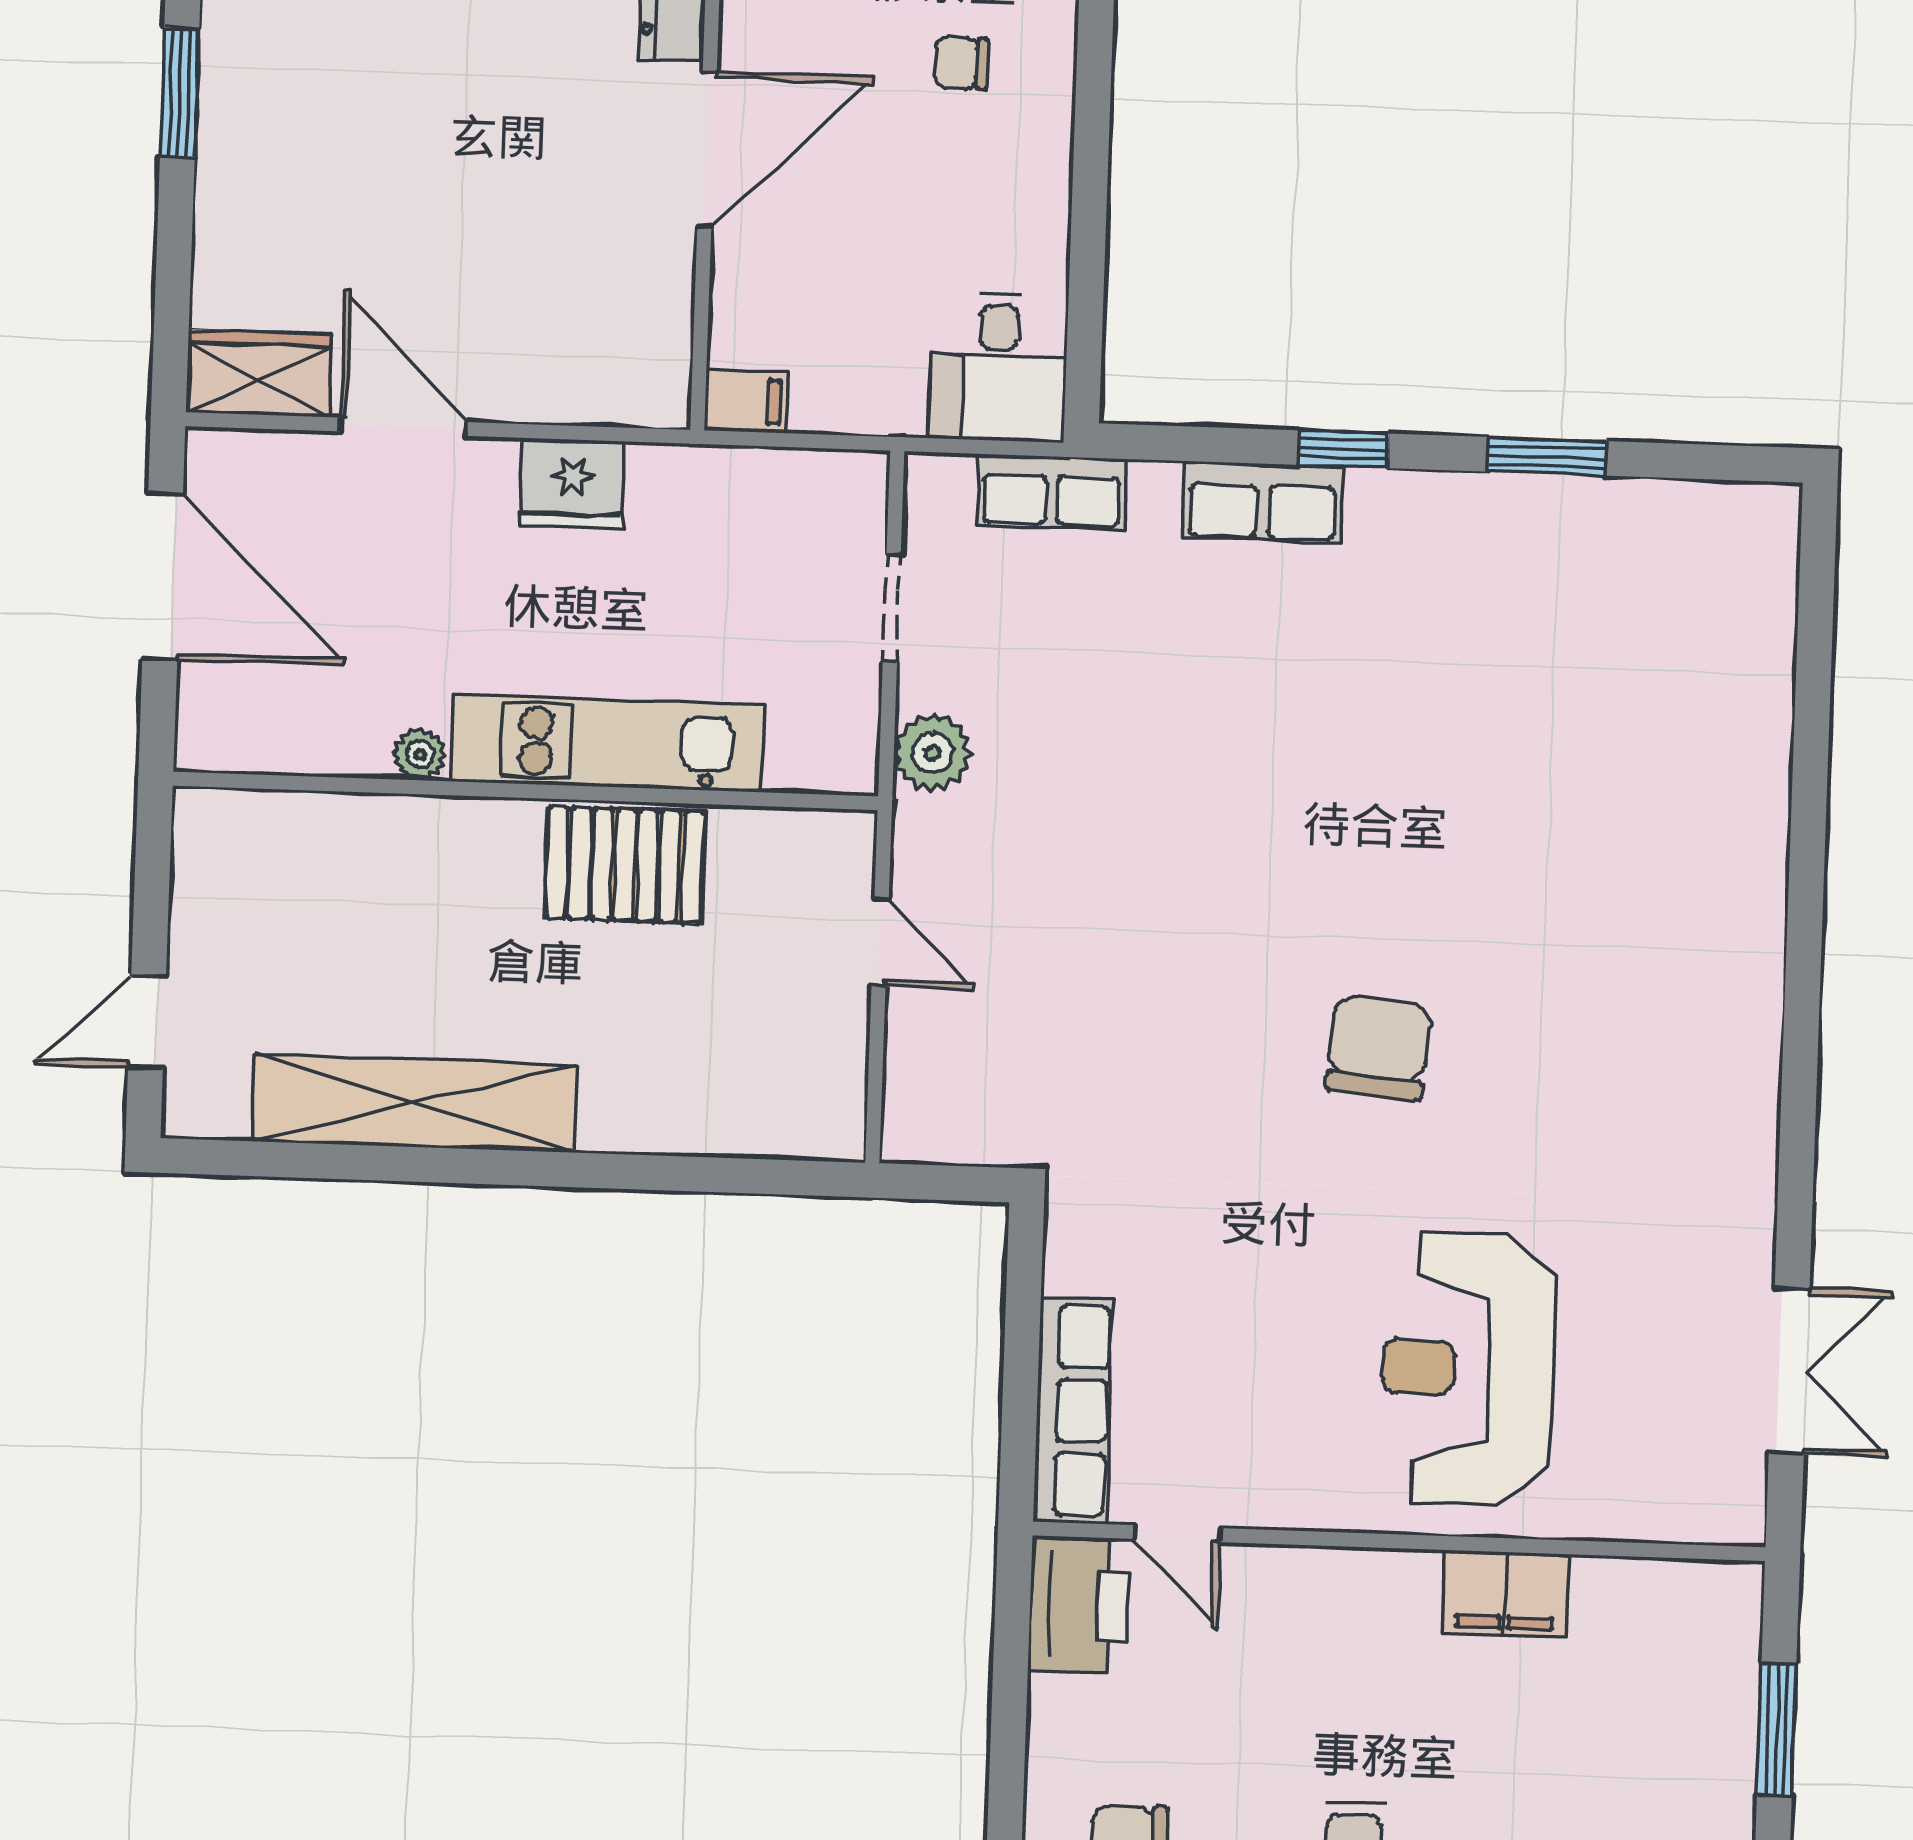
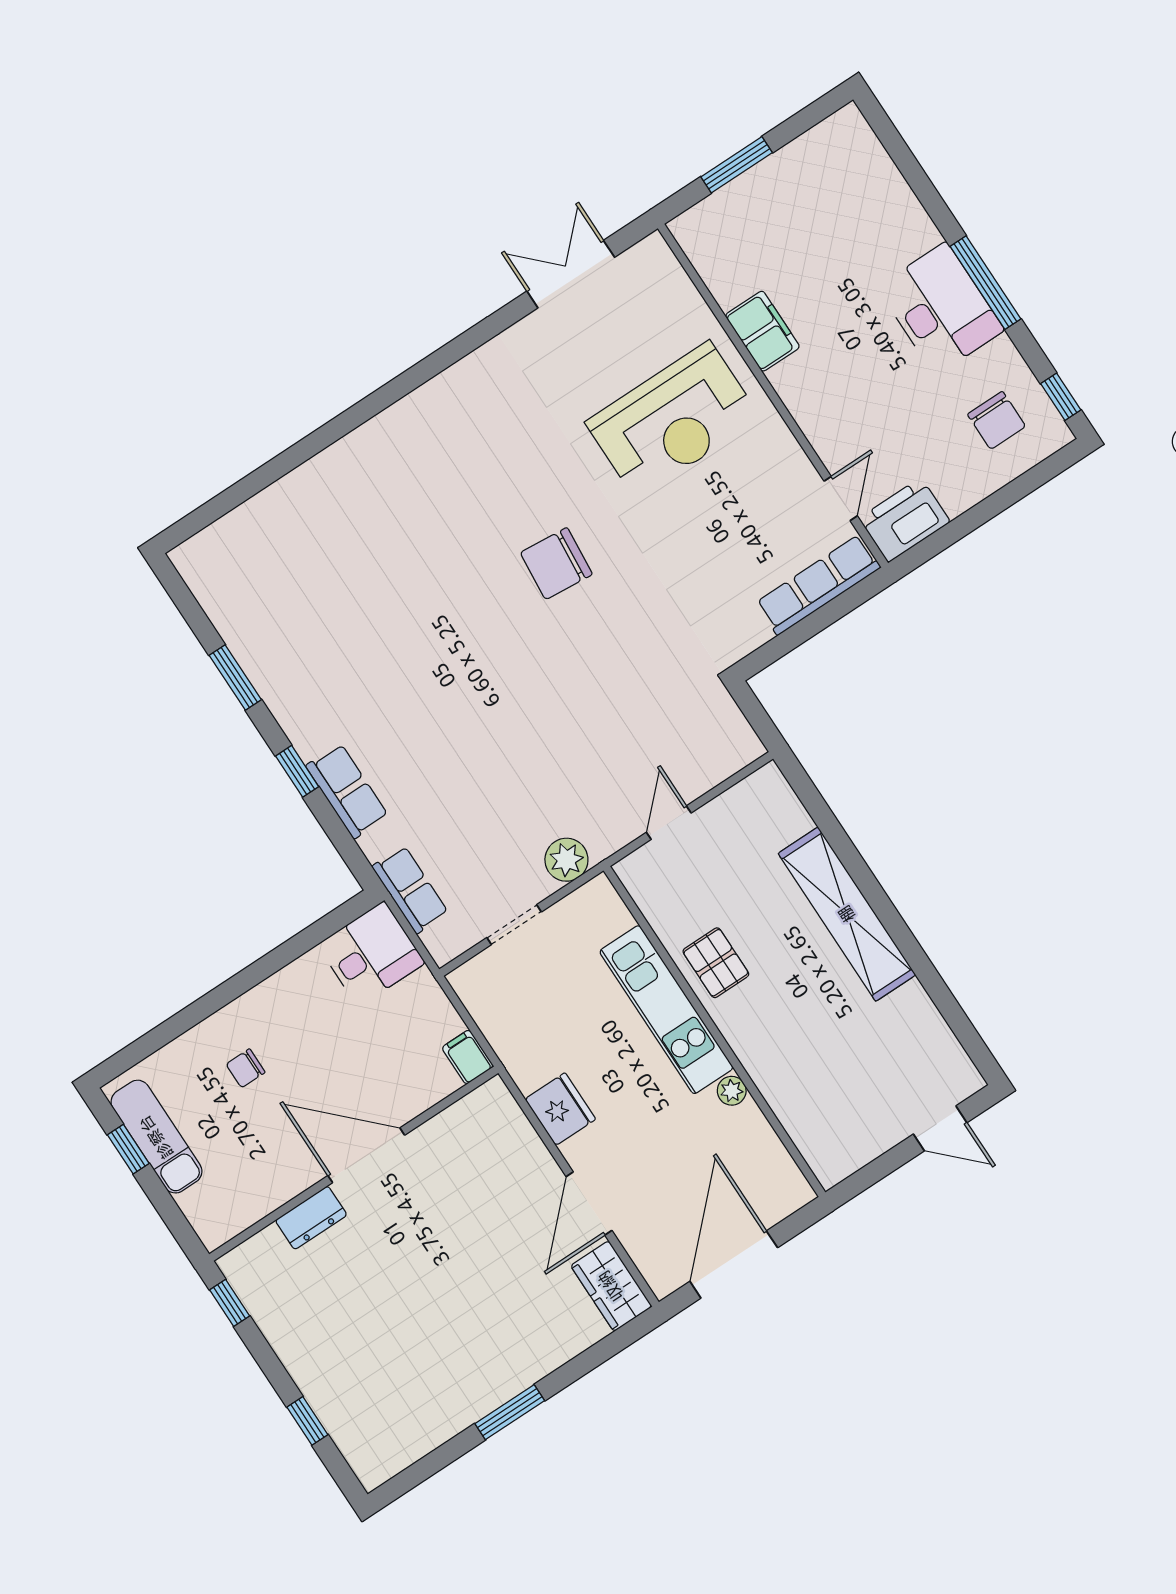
chair: (961, 63) -> (246, 1068), turned 90
pallet: (625, 865) -> (716, 963), width x0.67, depth x0.71
shelving: (414, 1103) -> (847, 914), moved

